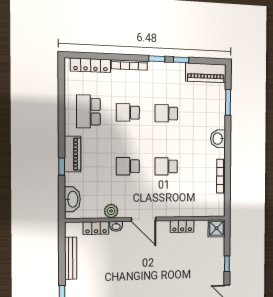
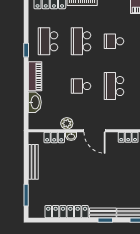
school desk: (128, 112) -> (81, 41), width x1.85
school desk: (166, 166) -> (114, 86), width x1.85
window: (62, 167) -> (26, 50), moved
washbasin: (72, 199) -> (35, 102), moved

